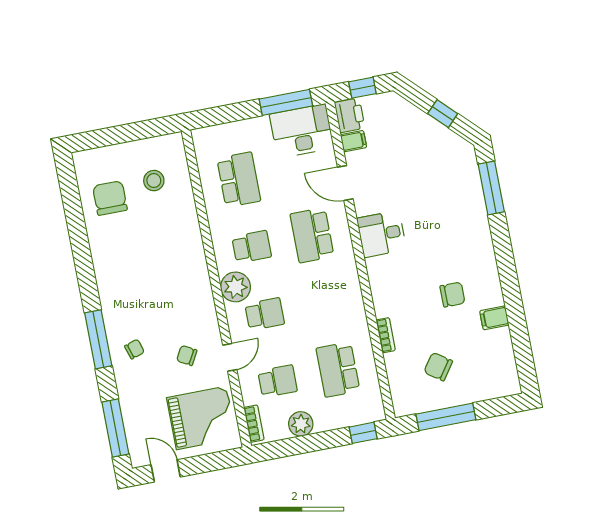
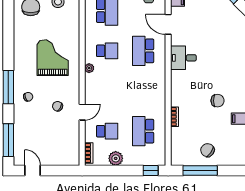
plant: (236, 287) -> (89, 68), width x0.53, depth x0.53
school desk: (265, 314) -> (107, 91), removed
chair: (438, 367) -> (208, 150), moved
grand piano: (201, 418) -> (53, 58), moved, turned -90

